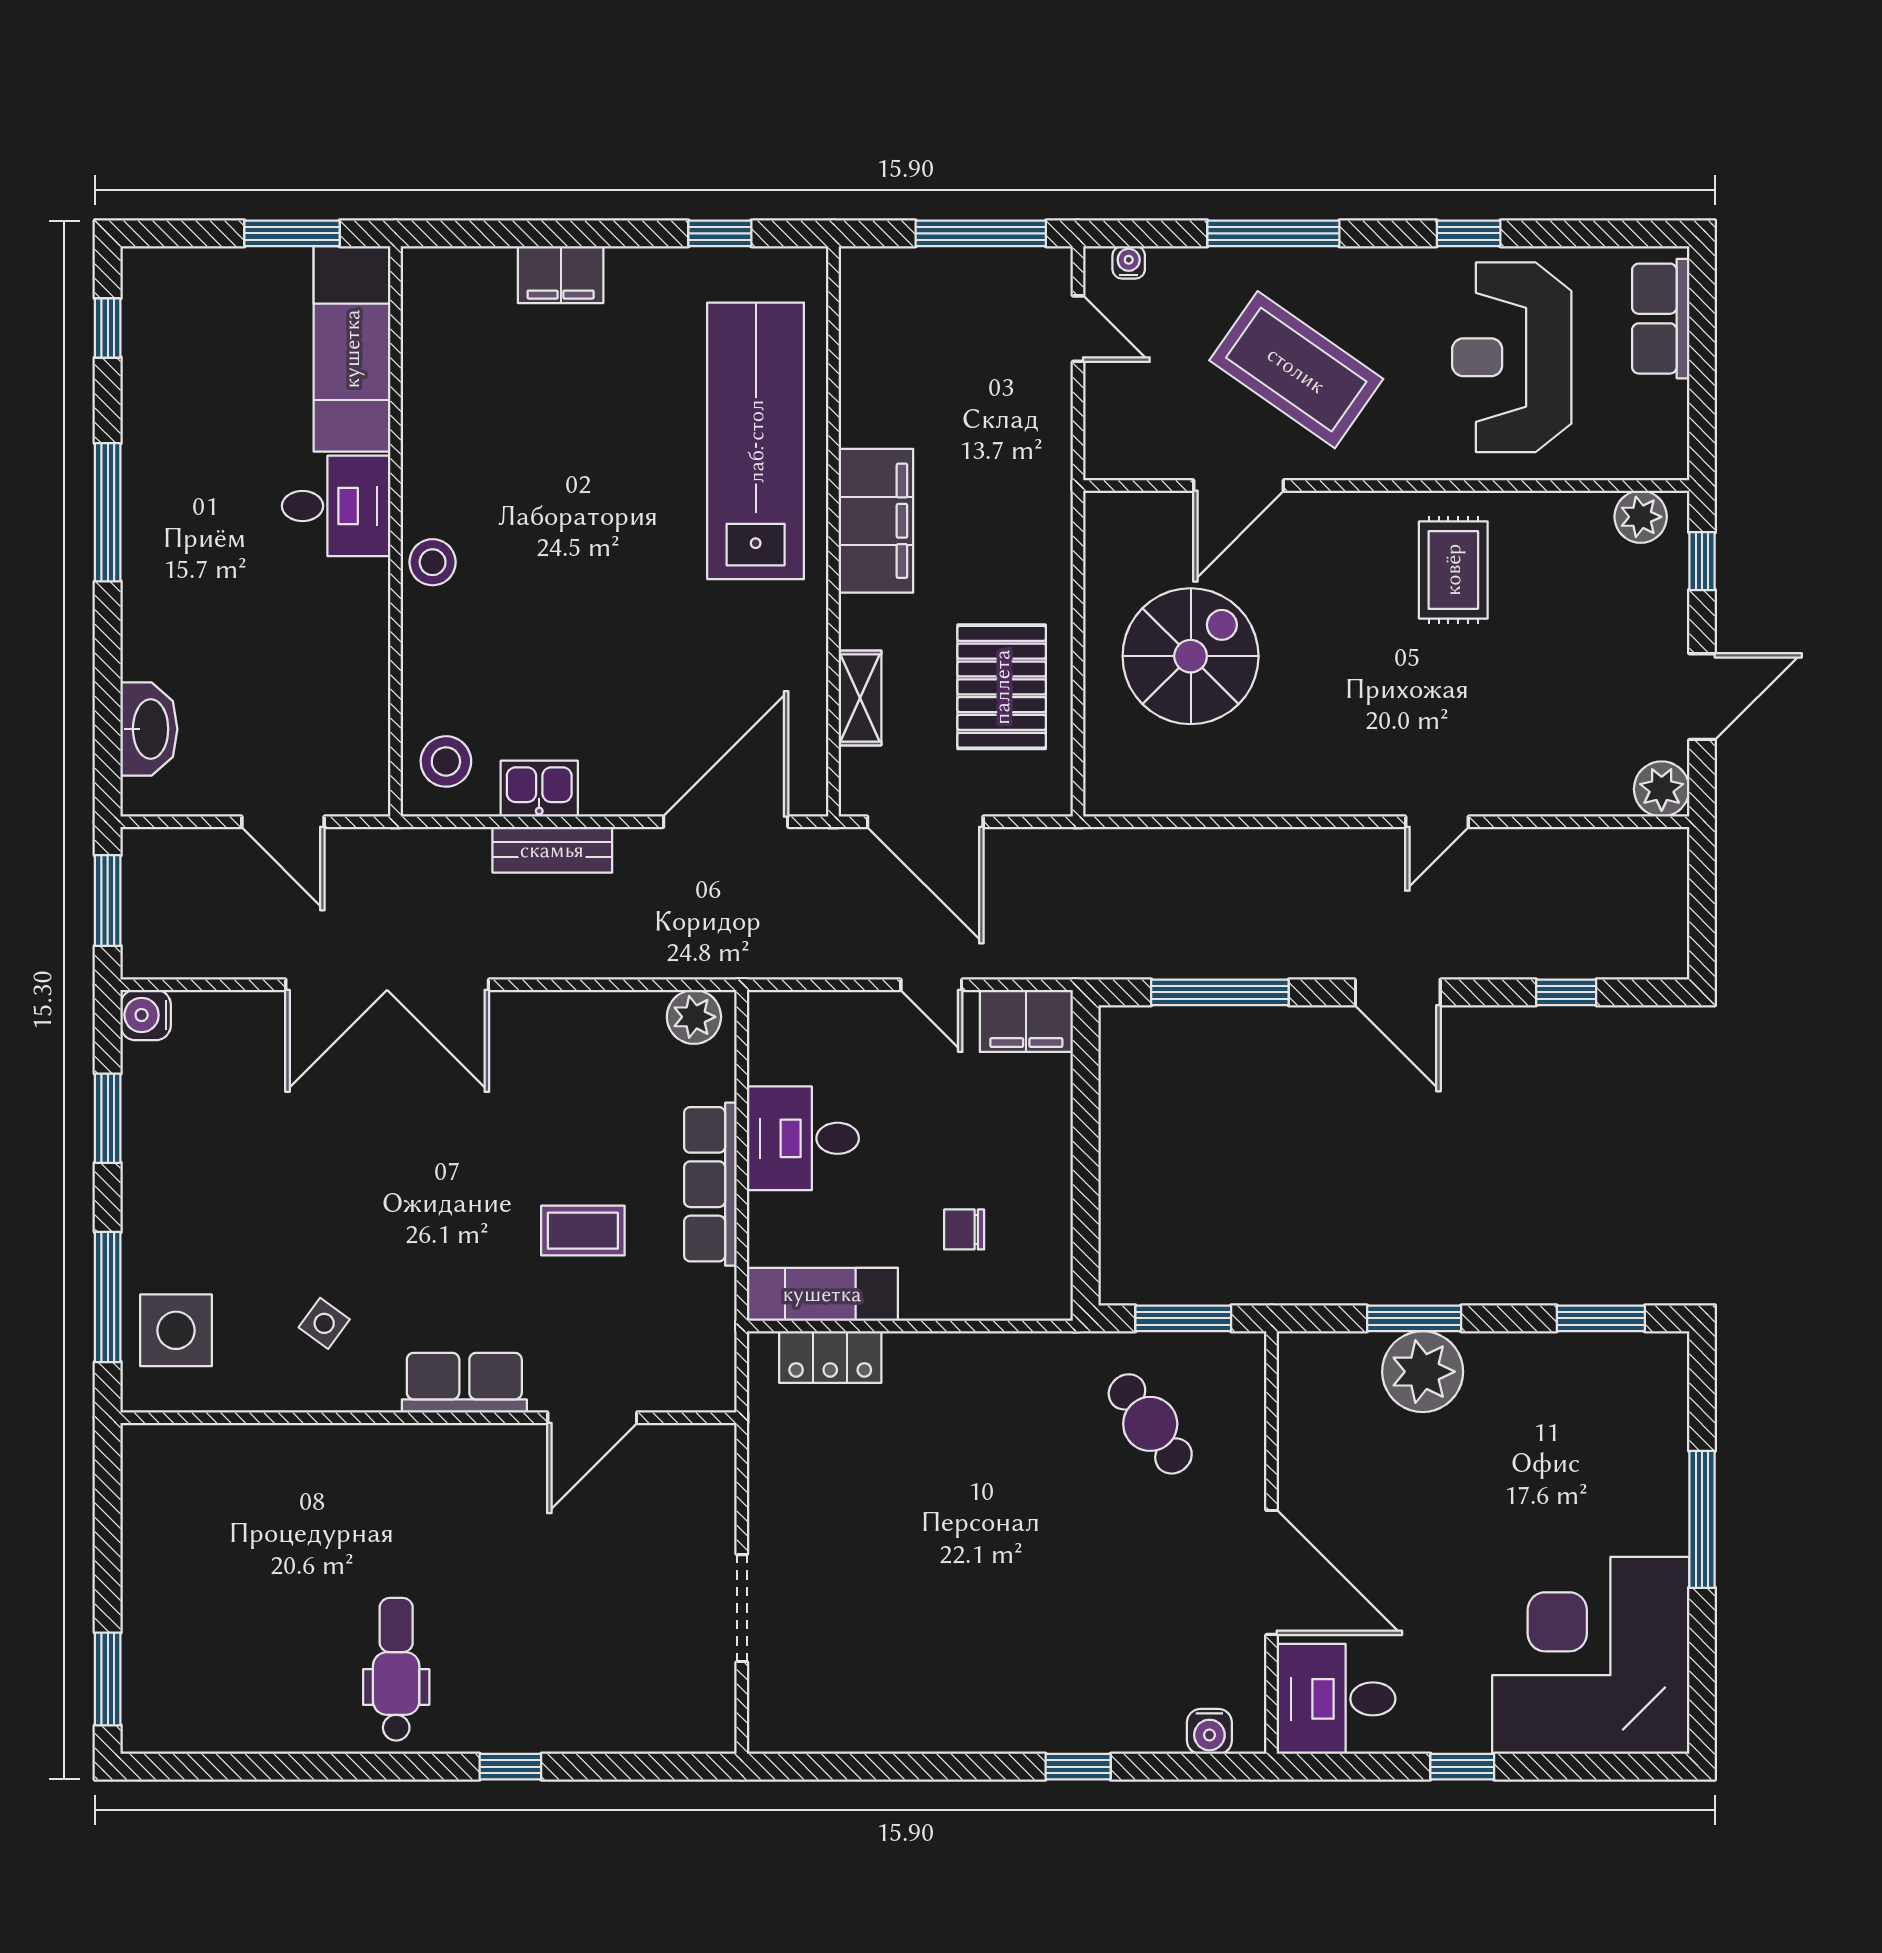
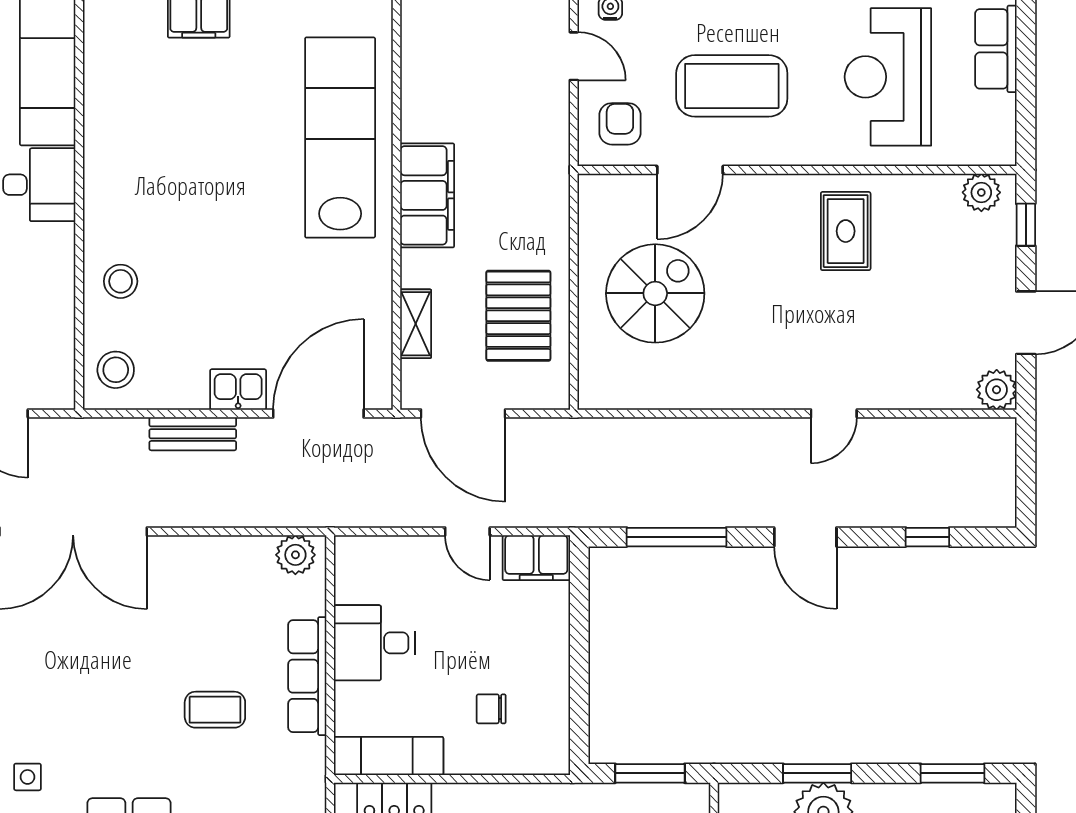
coffee table: (1296, 370) -> (732, 86), turned -35
armchair: (1142, 422) -> (620, 124), added
stool: (433, 562) -> (121, 281), moved
kitchen sink: (539, 789) -> (238, 389), moved
side table: (324, 1323) -> (27, 777), turned -36

